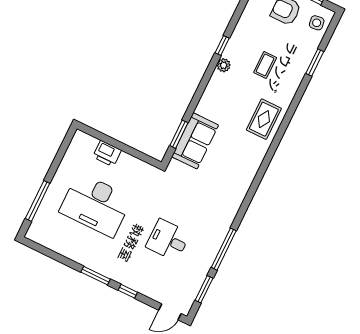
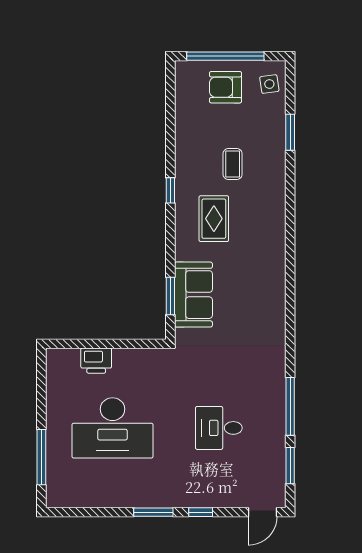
window: (222, 45) -> (170, 190), moved
plant: (224, 65) -> (184, 188), removed
rug: (264, 119) -> (214, 219), moved

